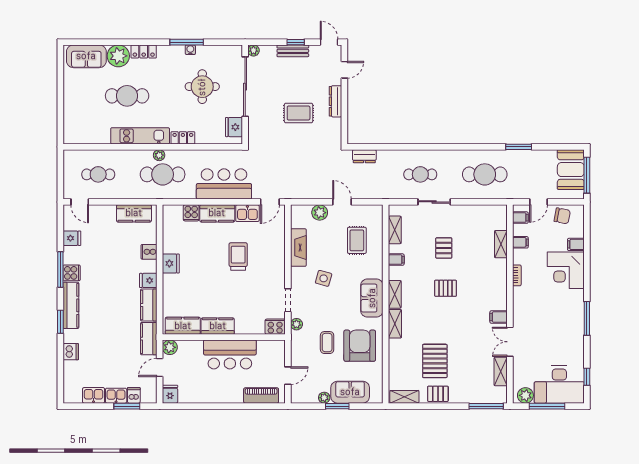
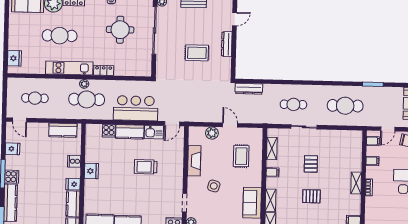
fridge: (234, 127) -> (14, 58), moved, turned 180
dresser: (364, 156) -> (249, 89), width x1.44
shelving: (501, 244) -> (356, 183), moved
trolley: (238, 257) -> (146, 167), turned -90

